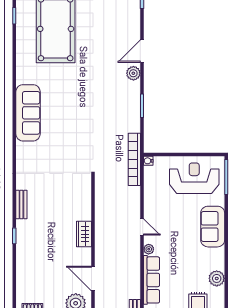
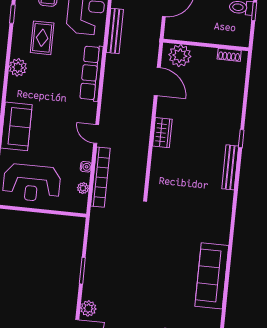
bookcase: (134, 159) -> (100, 177), moved
water cooler: (148, 161) -> (86, 167), moved
bench: (21, 204) -> (230, 167), width x1.36
plant: (149, 249) -> (83, 188), moved

